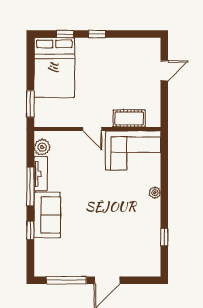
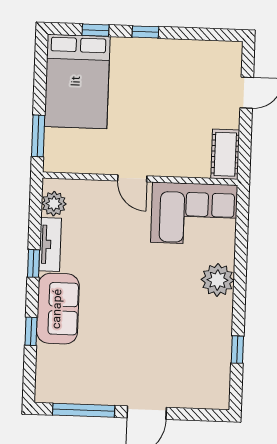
cot: (129, 119) -> (225, 154), moved, turned 90
window: (30, 186) -> (33, 263), width x0.46
plant: (155, 193) -> (218, 280), width x1.88, depth x1.88

